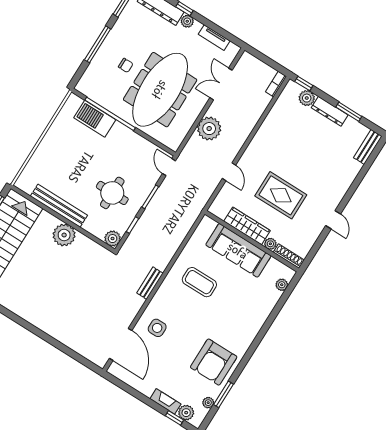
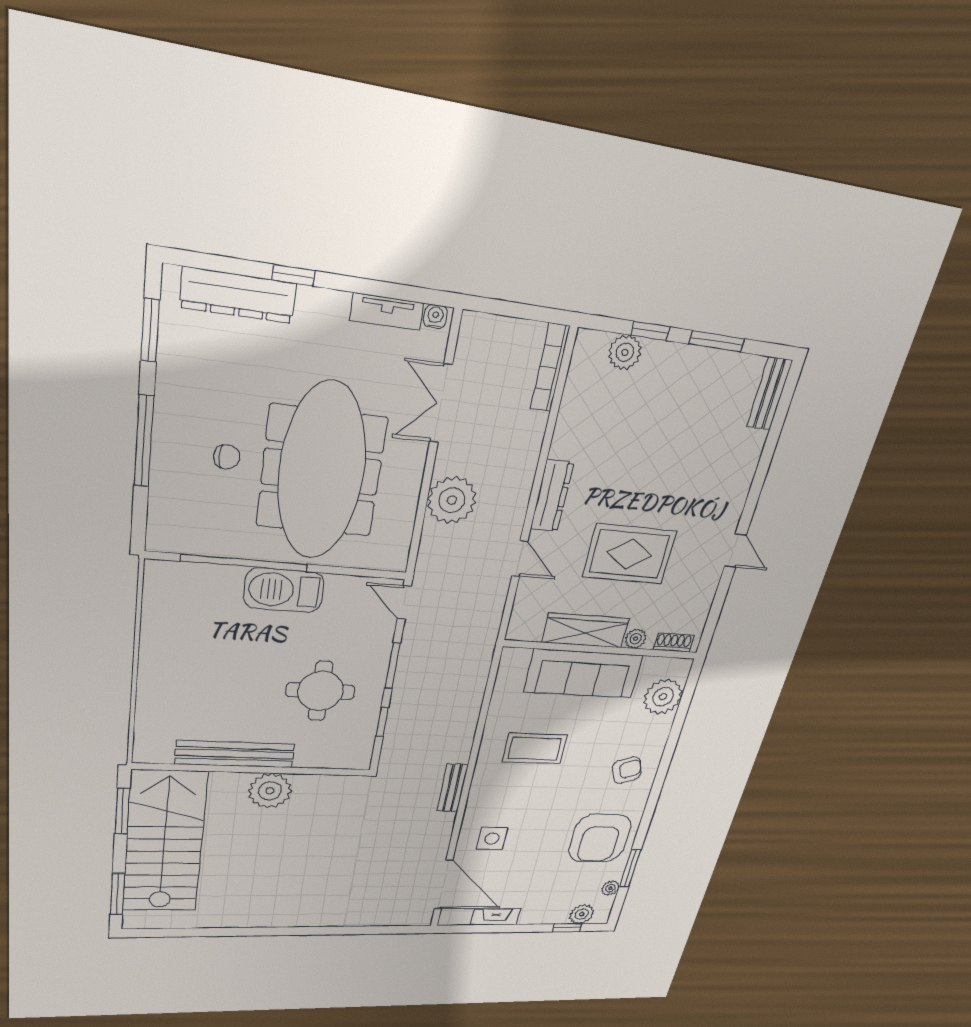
plant: (187, 21) -> (312, 302), removed
water cooler: (233, 48) -> (435, 317), added
window: (304, 83) -> (650, 331), moved
bookcase: (276, 84) -> (550, 368), width x1.56
dresser: (330, 111) -> (552, 496), moved, turned -90
barbecue: (95, 119) -> (284, 590), moved
plant: (113, 239) -> (357, 757), removed
shoe rack: (289, 256) -> (674, 642), width x0.70
plant: (282, 285) -> (663, 697), width x1.87, depth x1.87
armchair: (242, 323) -> (627, 770), added
fireplace: (165, 401) -> (496, 917), moved

